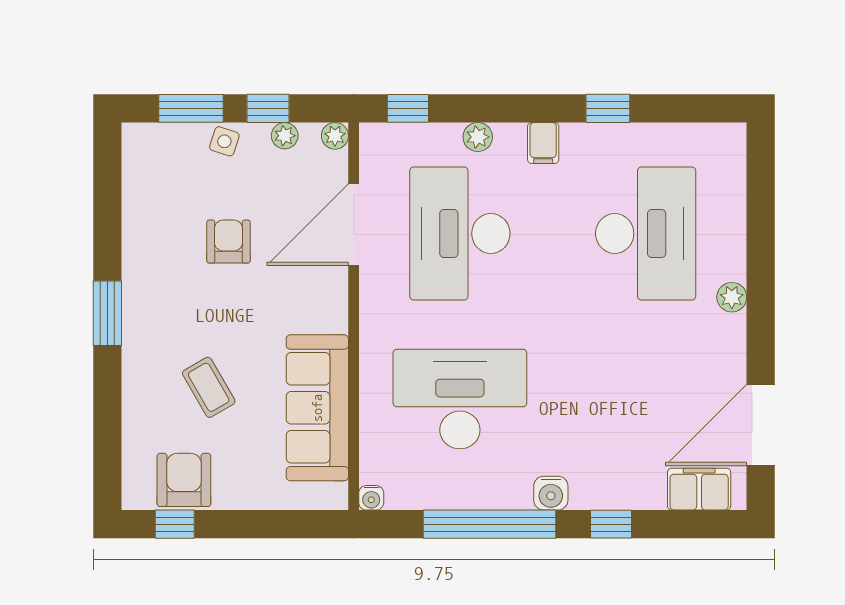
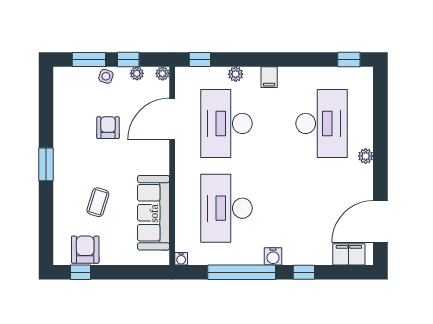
window: (608, 108) -> (349, 59), moved
coffee table: (209, 387) -> (98, 202), turned 47
desk: (460, 399) -> (226, 208), turned -90

